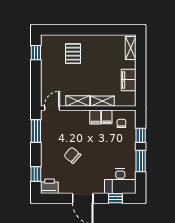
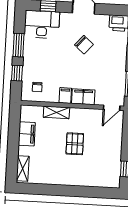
pallet: (73, 54) -> (75, 144), moved
shelving: (78, 101) -> (83, 114), removed
filing cabinet: (107, 117) -> (83, 97), moved, width x2.00
chair: (72, 155) -> (84, 45), moved

